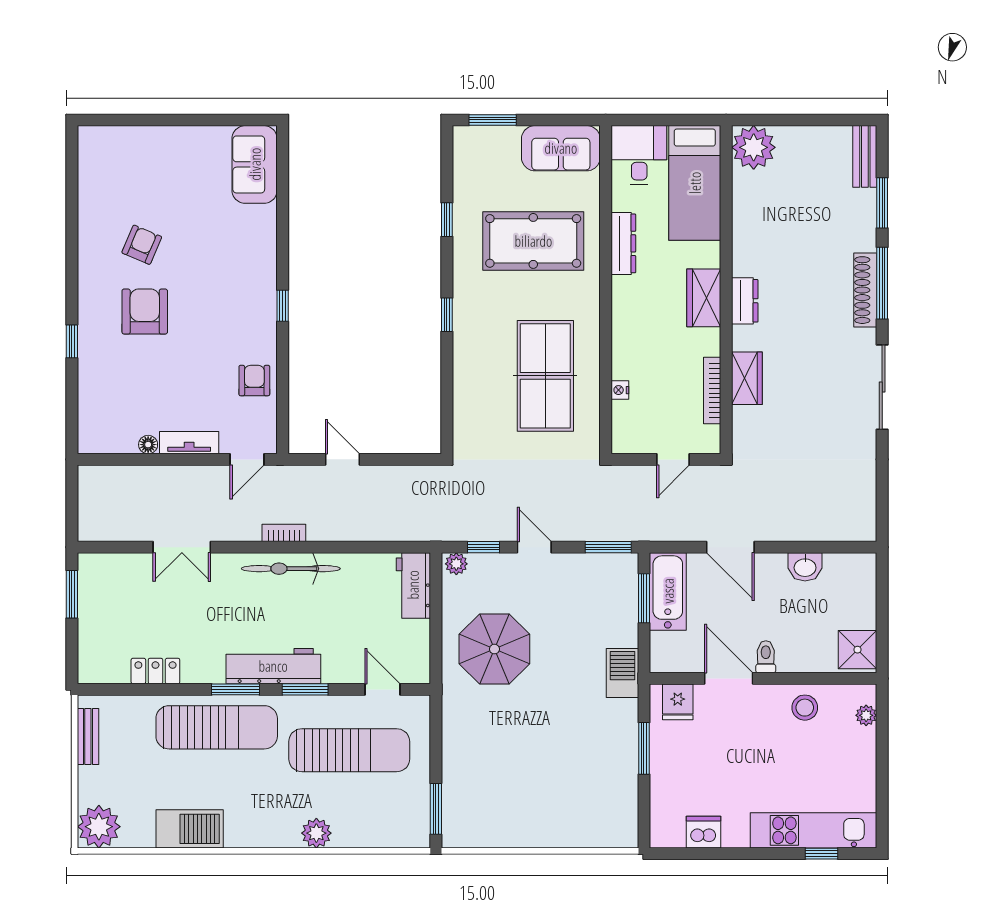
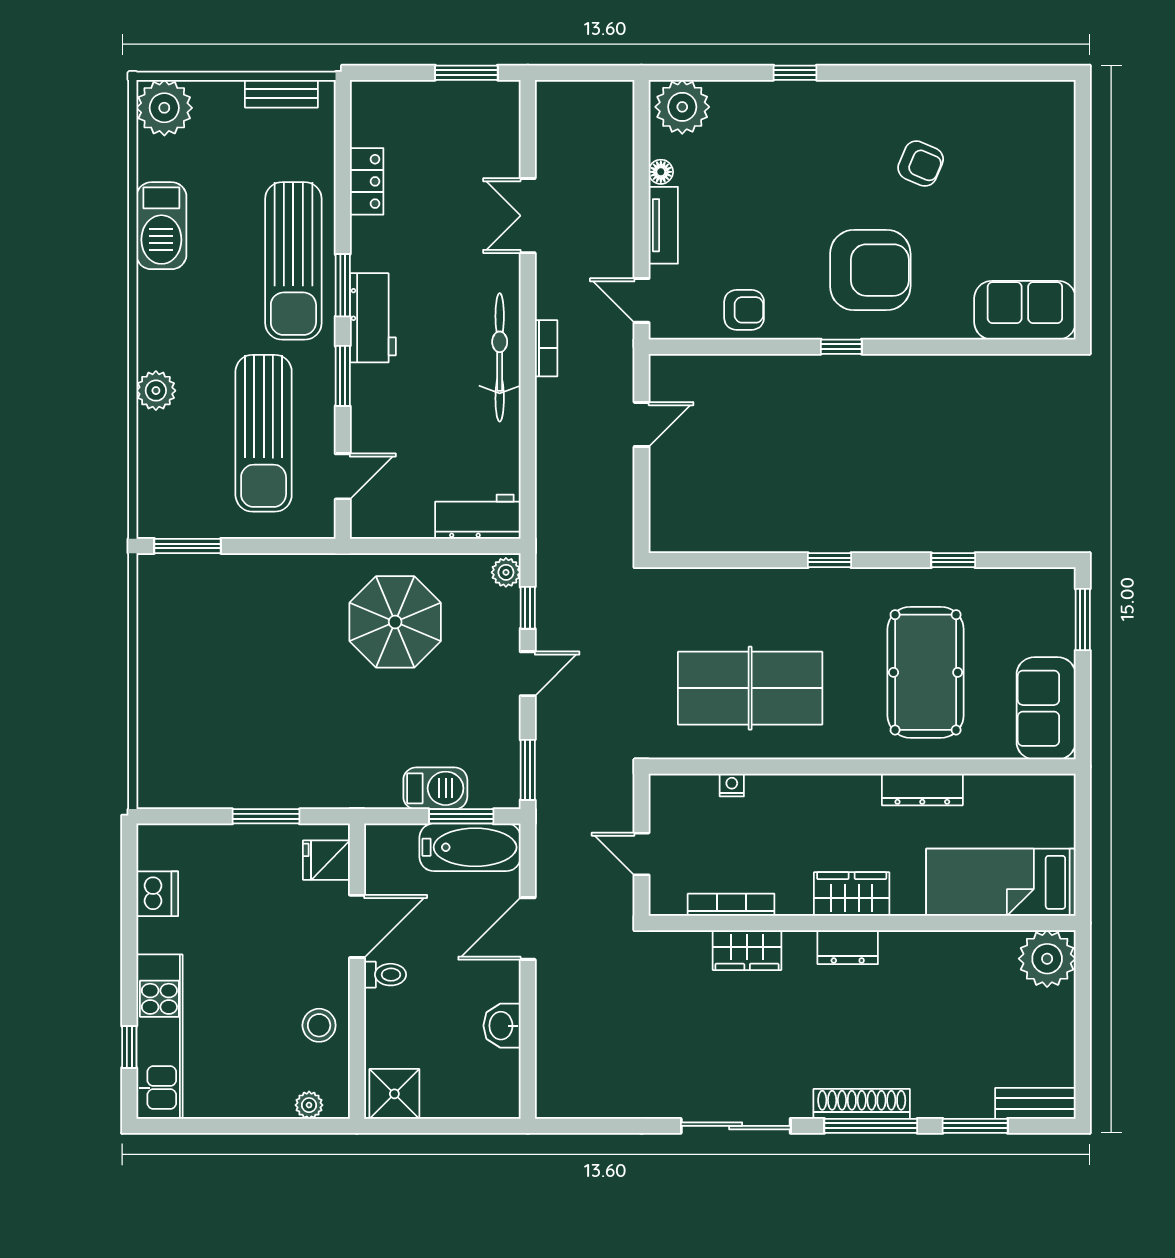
desk: (639, 155) -> (1037, 810), removed
armchair: (145, 312) -> (870, 270), moved, width x1.36, depth x1.36
plant: (98, 428) -> (682, 107), added
workbench: (273, 666) -> (373, 318), width x0.73
barbecue: (622, 673) -> (435, 788), moved

